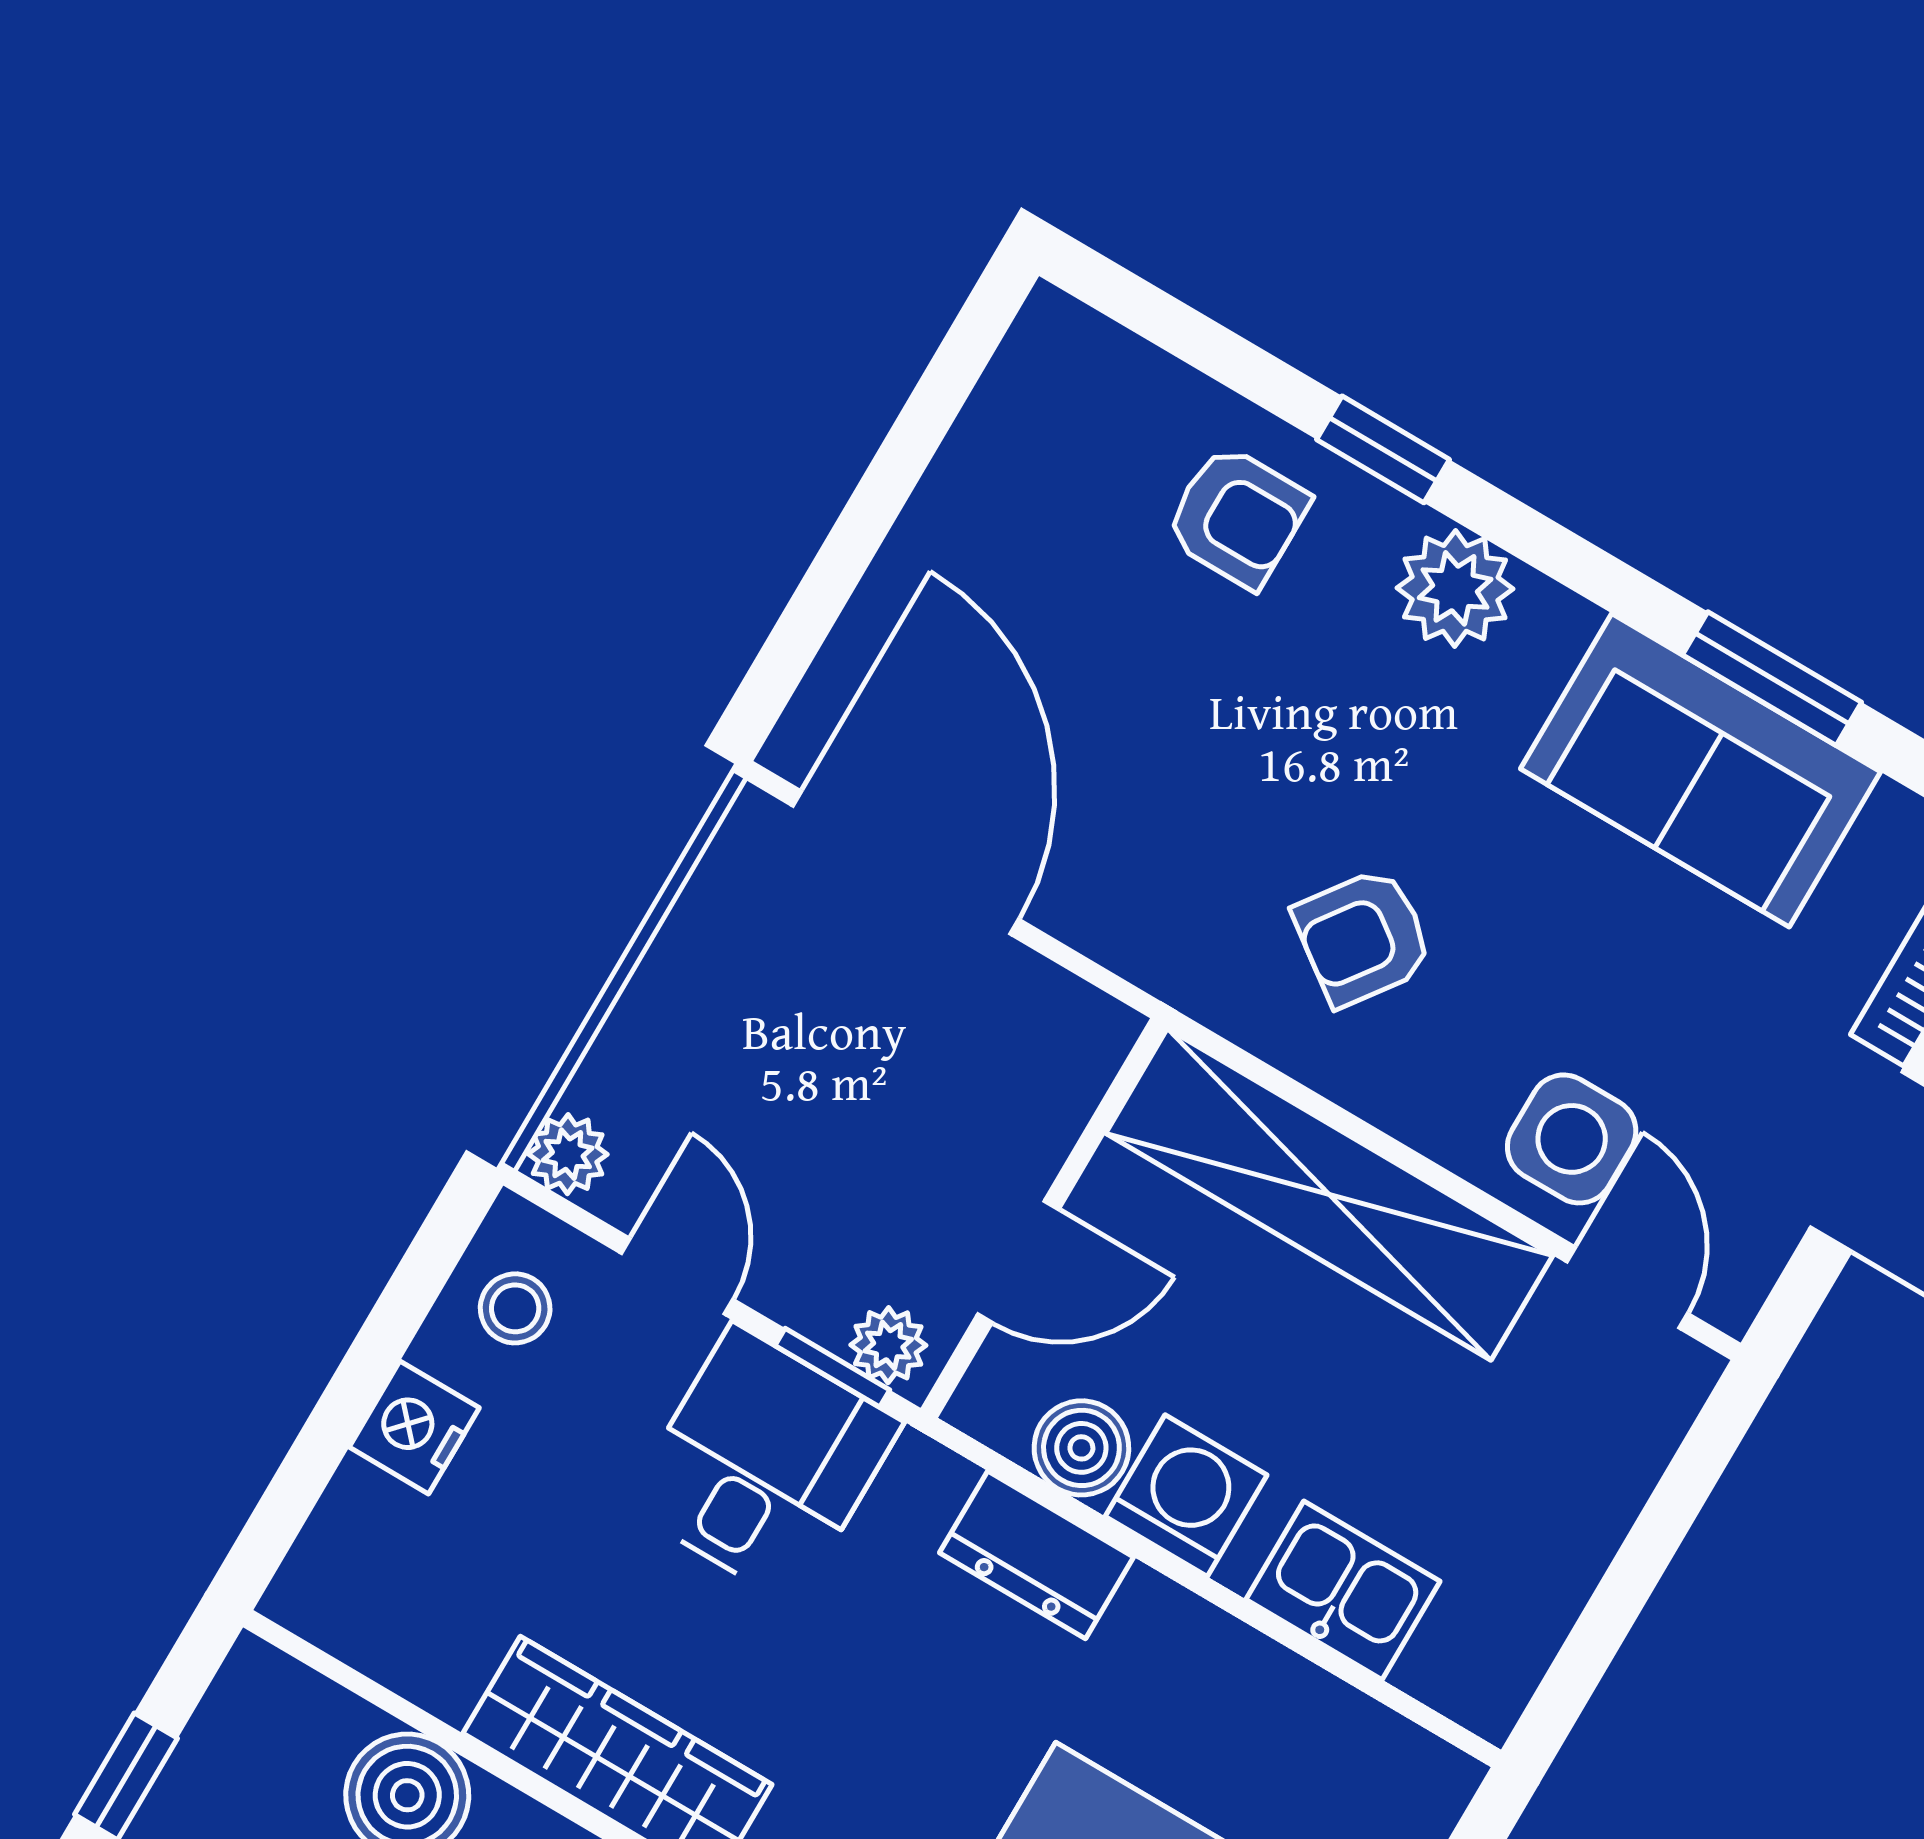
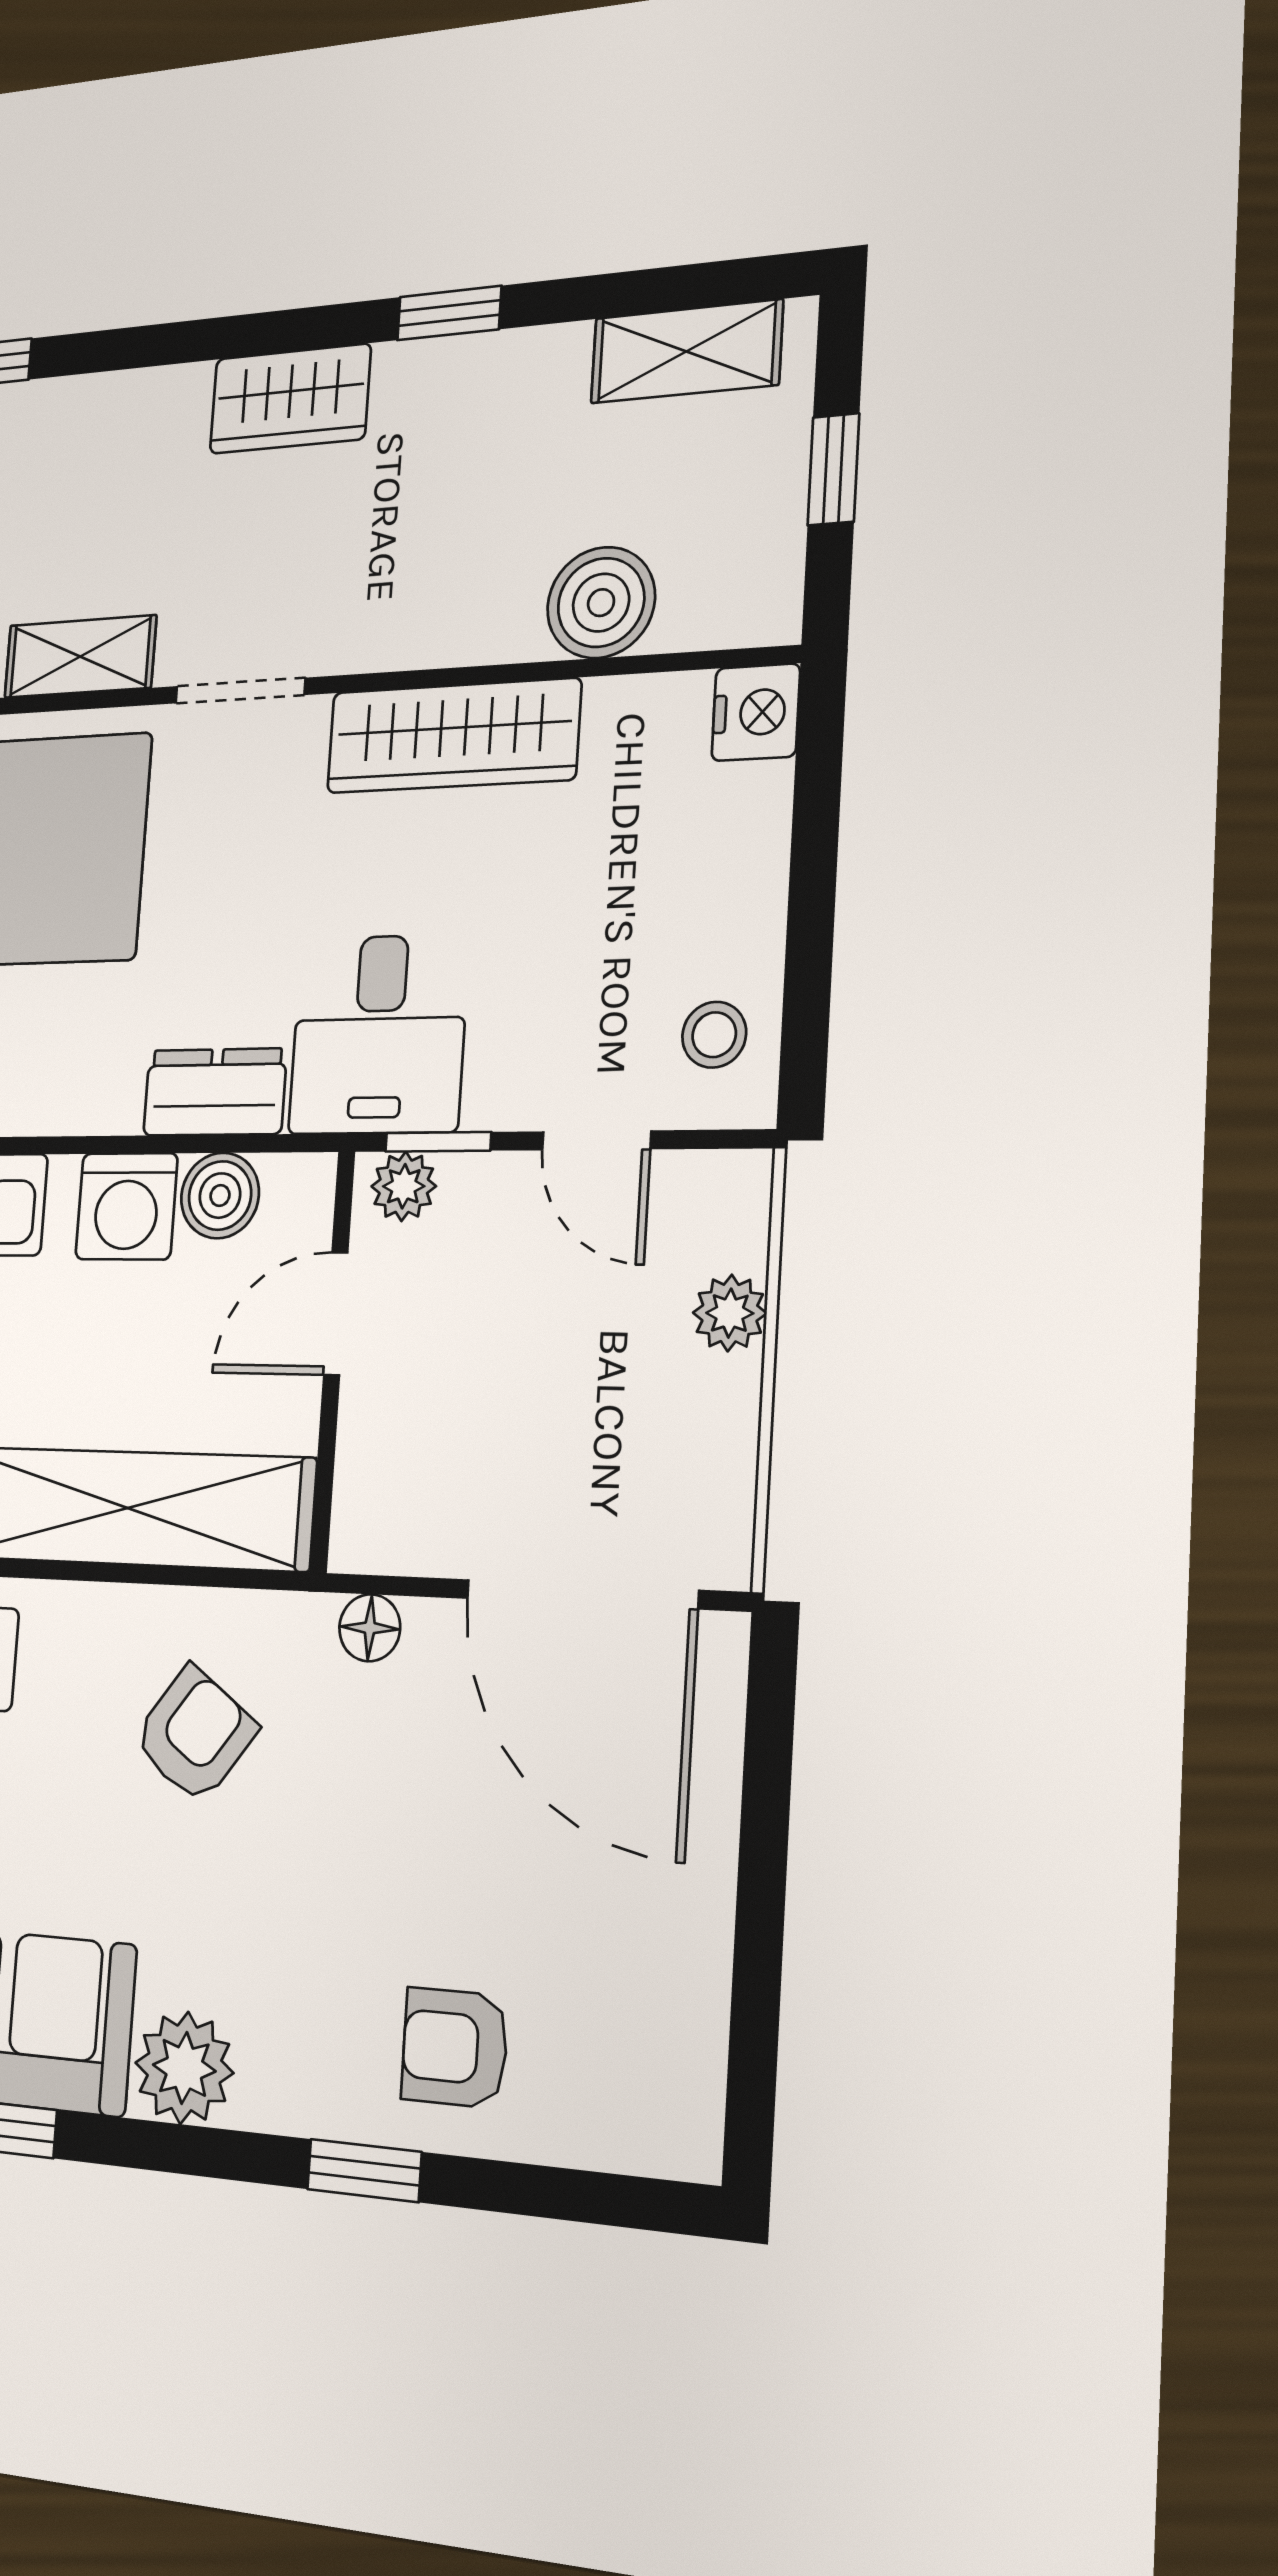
plant: (1455, 588) -> (184, 2068), moved
floor lamp: (1132, 943) -> (370, 1628), added
plant: (568, 1154) -> (730, 1313), moved
nightstand: (414, 1427) -> (756, 712), moved
desk: (764, 1464) -> (379, 1034), moved

